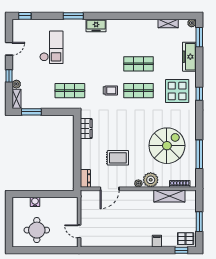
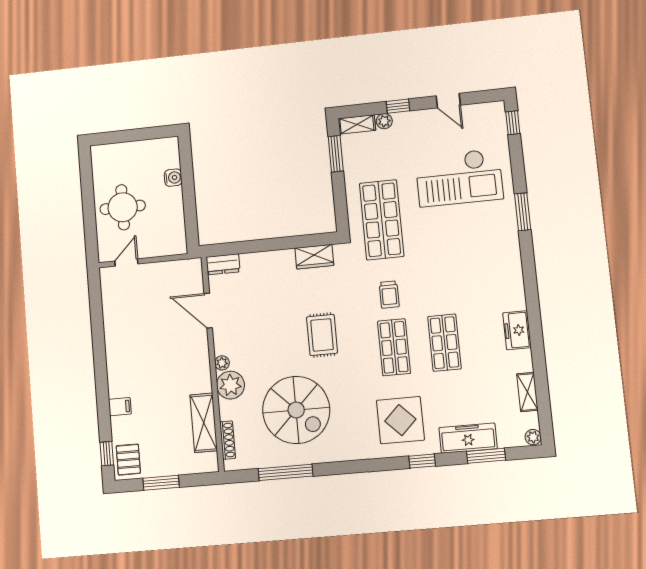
freezer: (96, 25) -> (517, 330), moved
window: (199, 37) -> (486, 456), moved
checkout: (51, 47) -> (459, 178), width x1.36, depth x1.21
shop shelf: (70, 91) -> (382, 220), width x1.43, depth x1.36
window: (199, 94) -> (422, 461), moved
rug: (118, 158) -> (322, 335), moved
round table: (37, 230) -> (123, 207), moved

